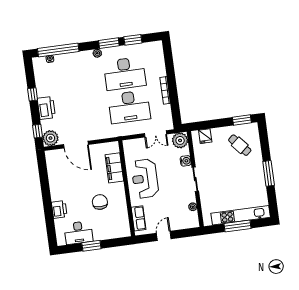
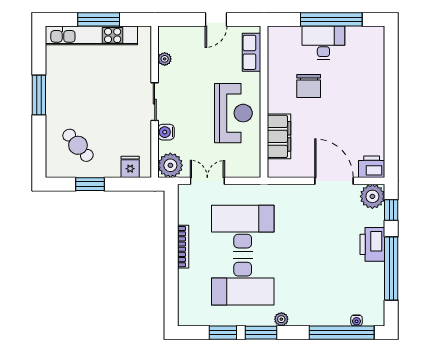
desk: (125, 73) -> (243, 282), turned 180
window: (33, 94) -> (391, 269), width x3.17
window: (242, 120) -> (90, 184), moved
printer: (59, 209) -> (372, 167), moved, turned 90
desk: (78, 233) -> (323, 43), moved
window: (91, 246) -> (331, 19), width x2.11

